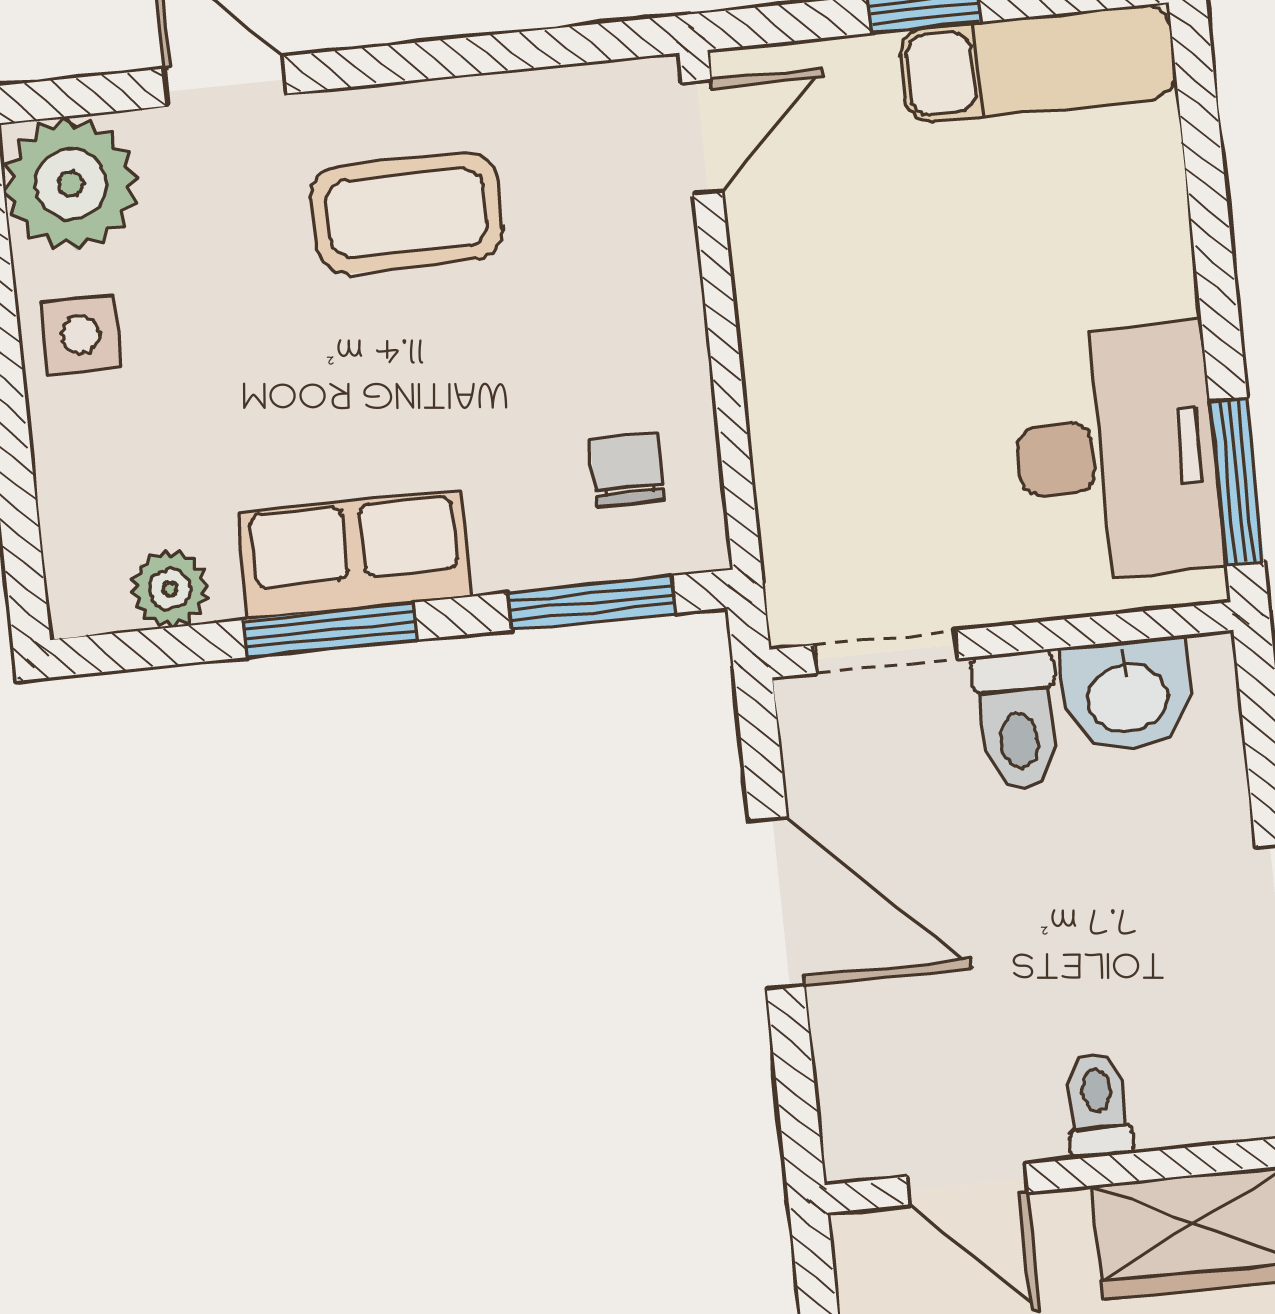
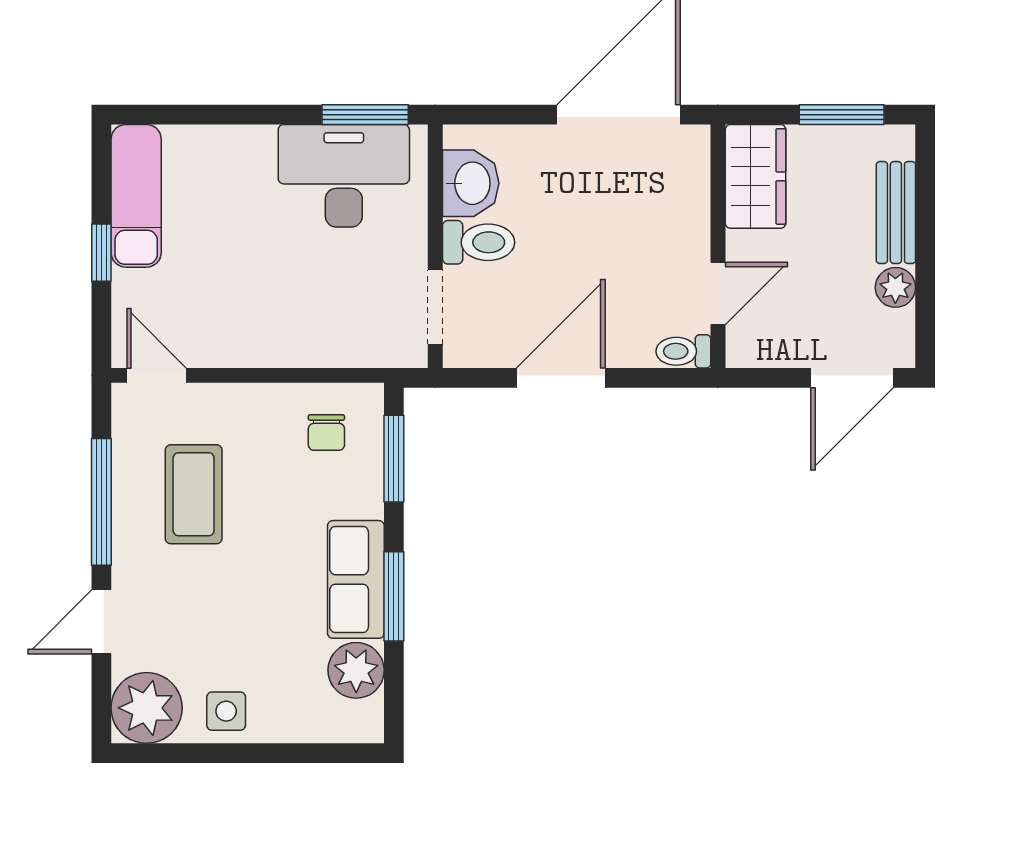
window: (452, 58) -> (101, 502), added
coffee table: (407, 213) -> (194, 494), moved
chair: (627, 470) -> (326, 433), turned -90
plant: (170, 589) -> (356, 670), width x1.38, depth x1.38
toilet: (1098, 1105) -> (683, 351), moved

